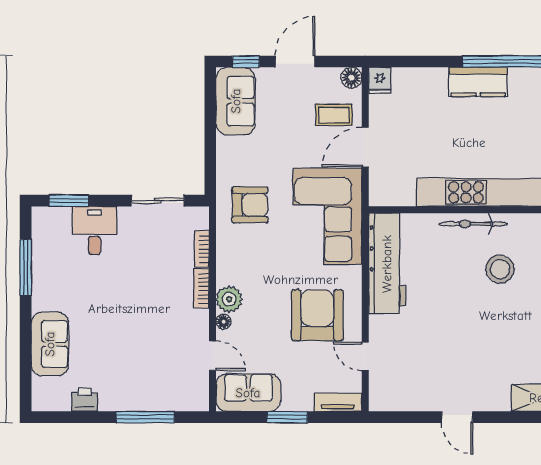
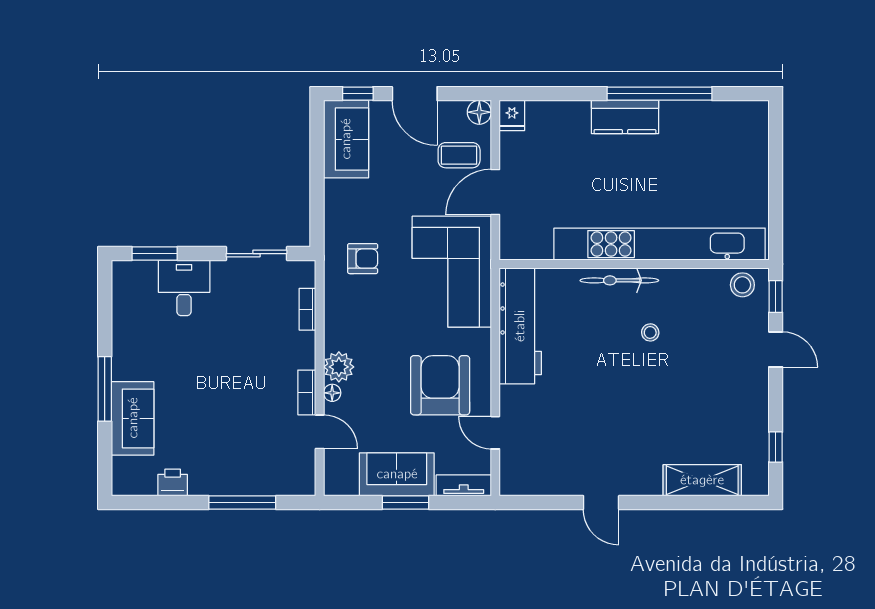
door: (295, 62) -> (415, 94), swing flipped
armchair: (250, 205) -> (363, 259), width x0.72, depth x0.72
window: (26, 268) -> (105, 389), moved
stool: (500, 269) -> (650, 332), width x0.53, depth x0.53
bookcase: (201, 288) -> (307, 392), moved
sofa: (248, 393) -> (397, 474), moved

